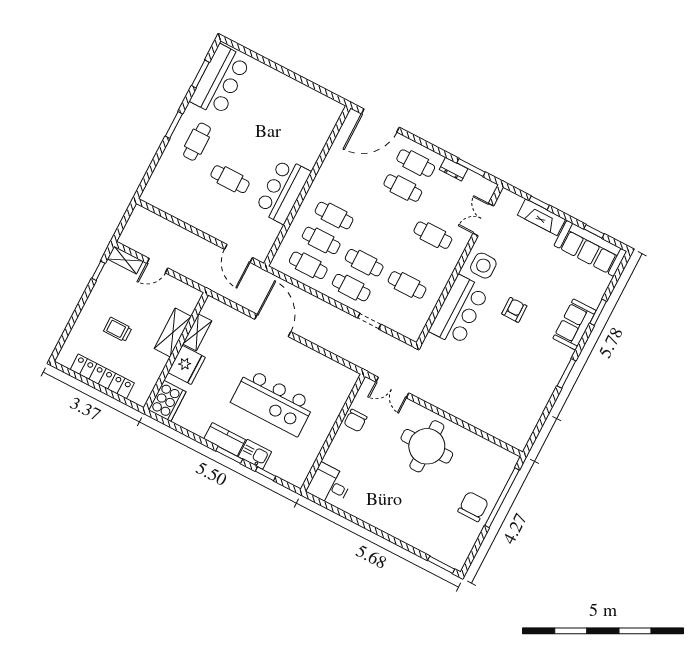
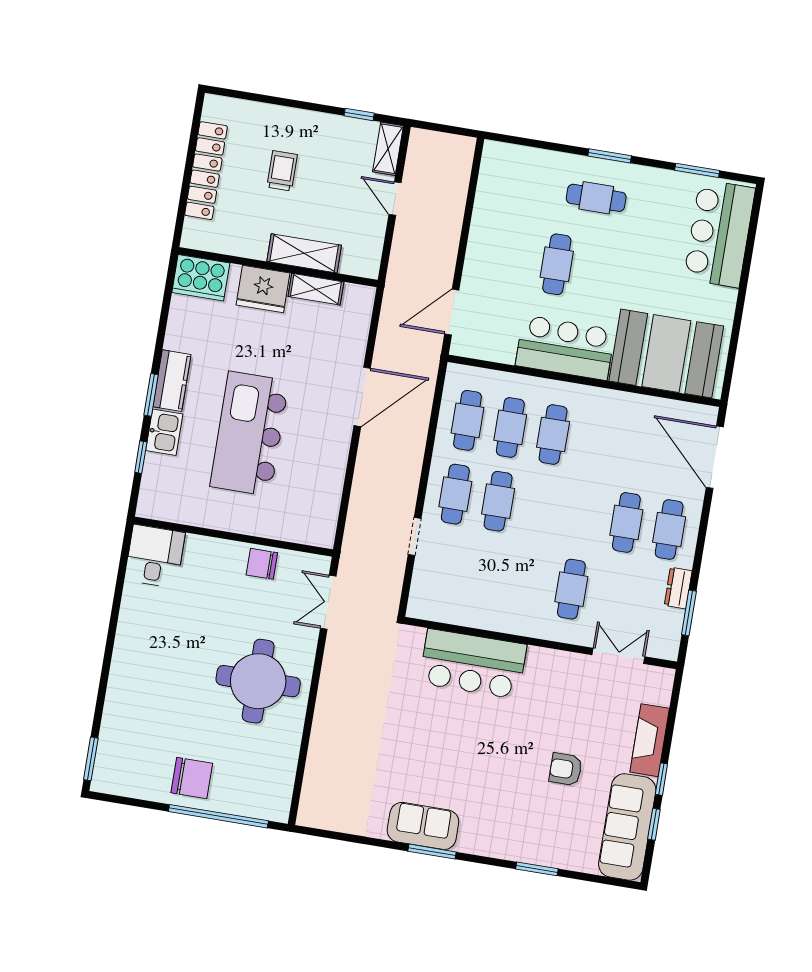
bar counter: (220, 80) -> (719, 234), moved, turned 90
booth: (307, 130) -> (666, 354), added
window: (539, 203) -> (661, 779), moved
side table: (483, 266) -> (551, 678), removed
cafe table: (407, 285) -> (486, 575), removed
armchair: (514, 310) -> (566, 769), moved, turned 180
sofa: (574, 324) -> (423, 826), moved

